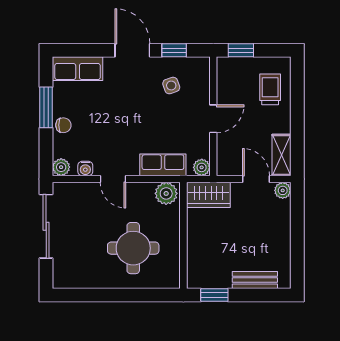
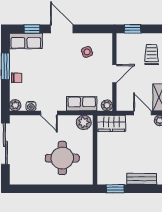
window: (174, 50) -> (32, 29), moved

